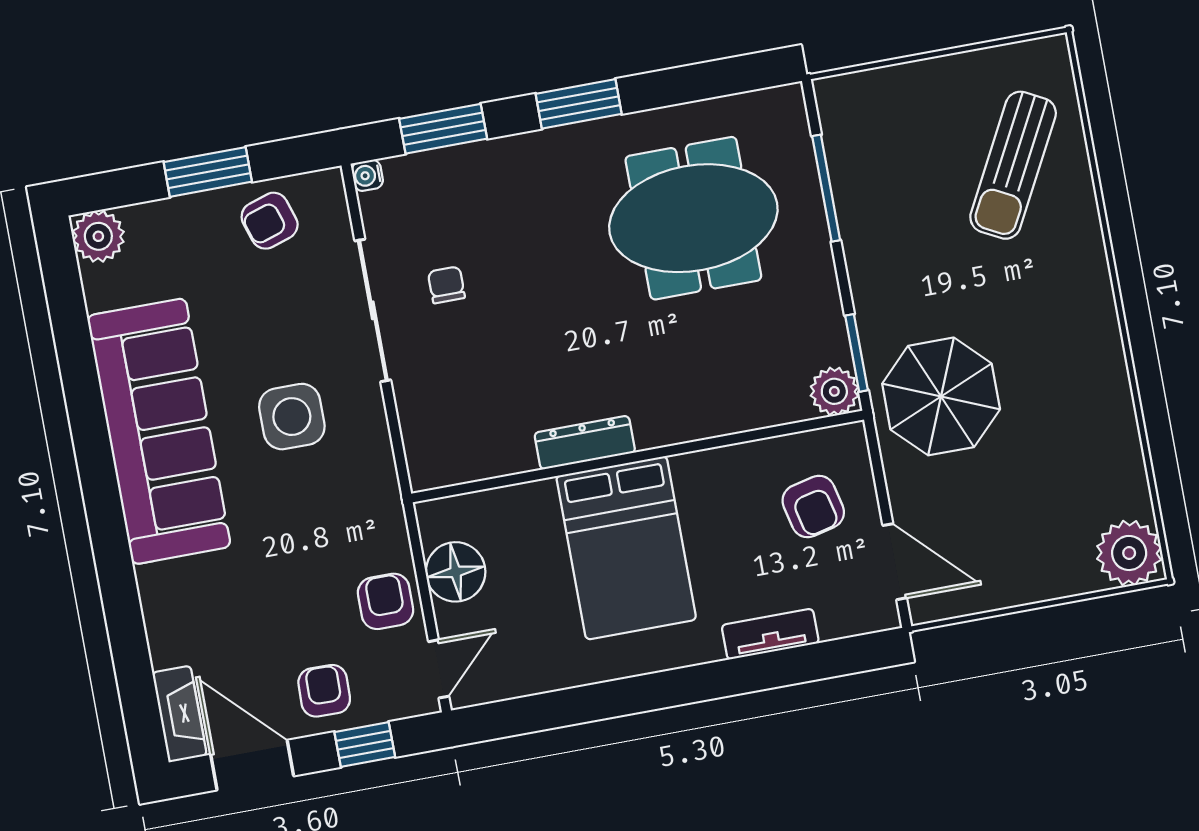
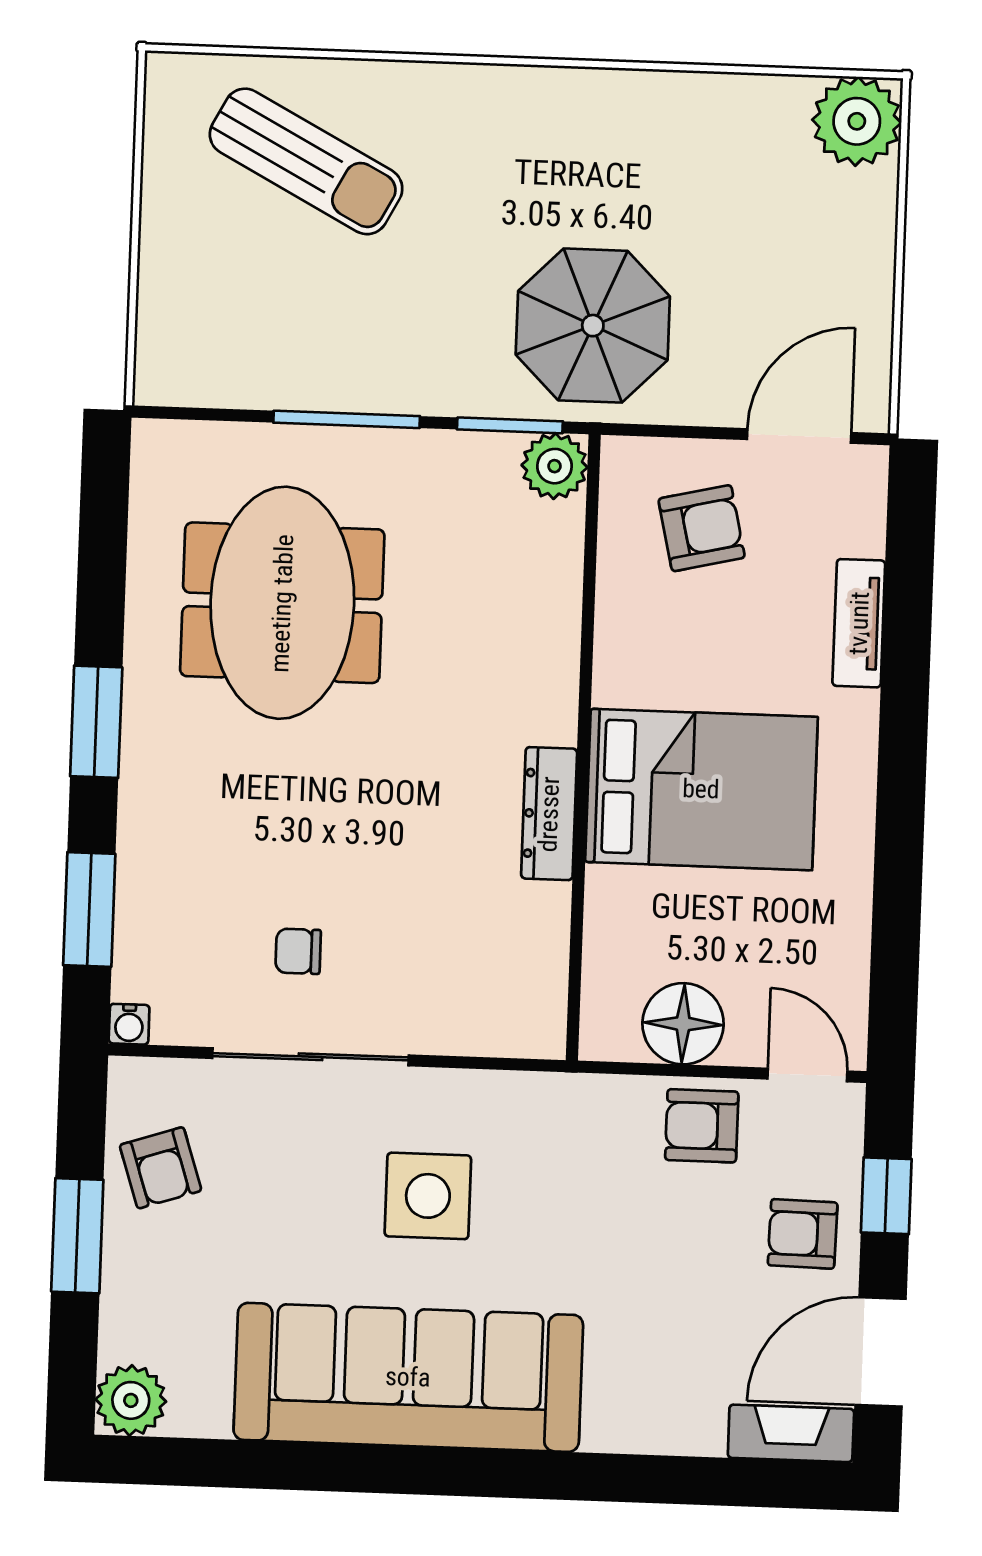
window: (826, 188) -> (347, 419), moved

